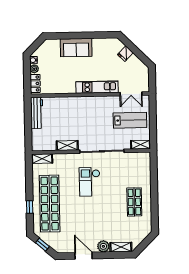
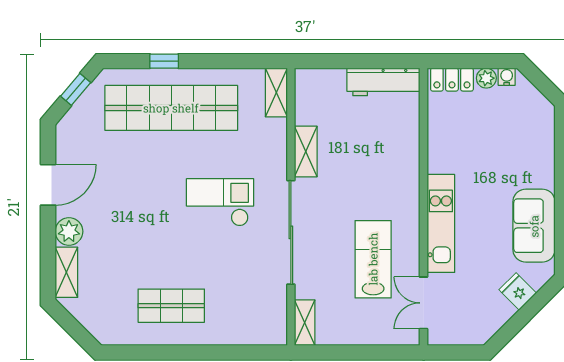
sofa: (76, 48) -> (534, 226), moved
lab bench: (130, 120) -> (373, 259), moved, turned 180

